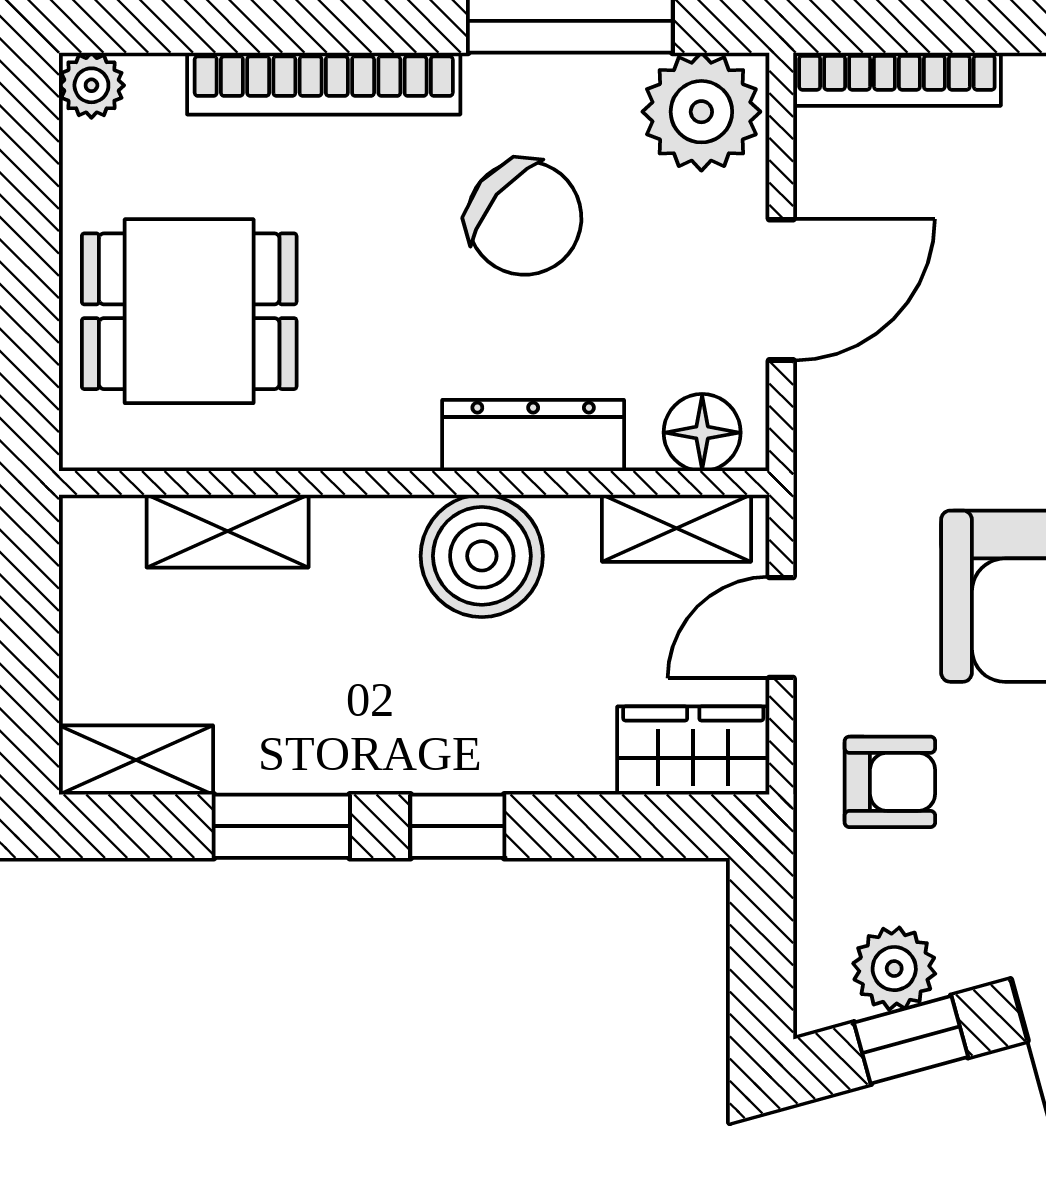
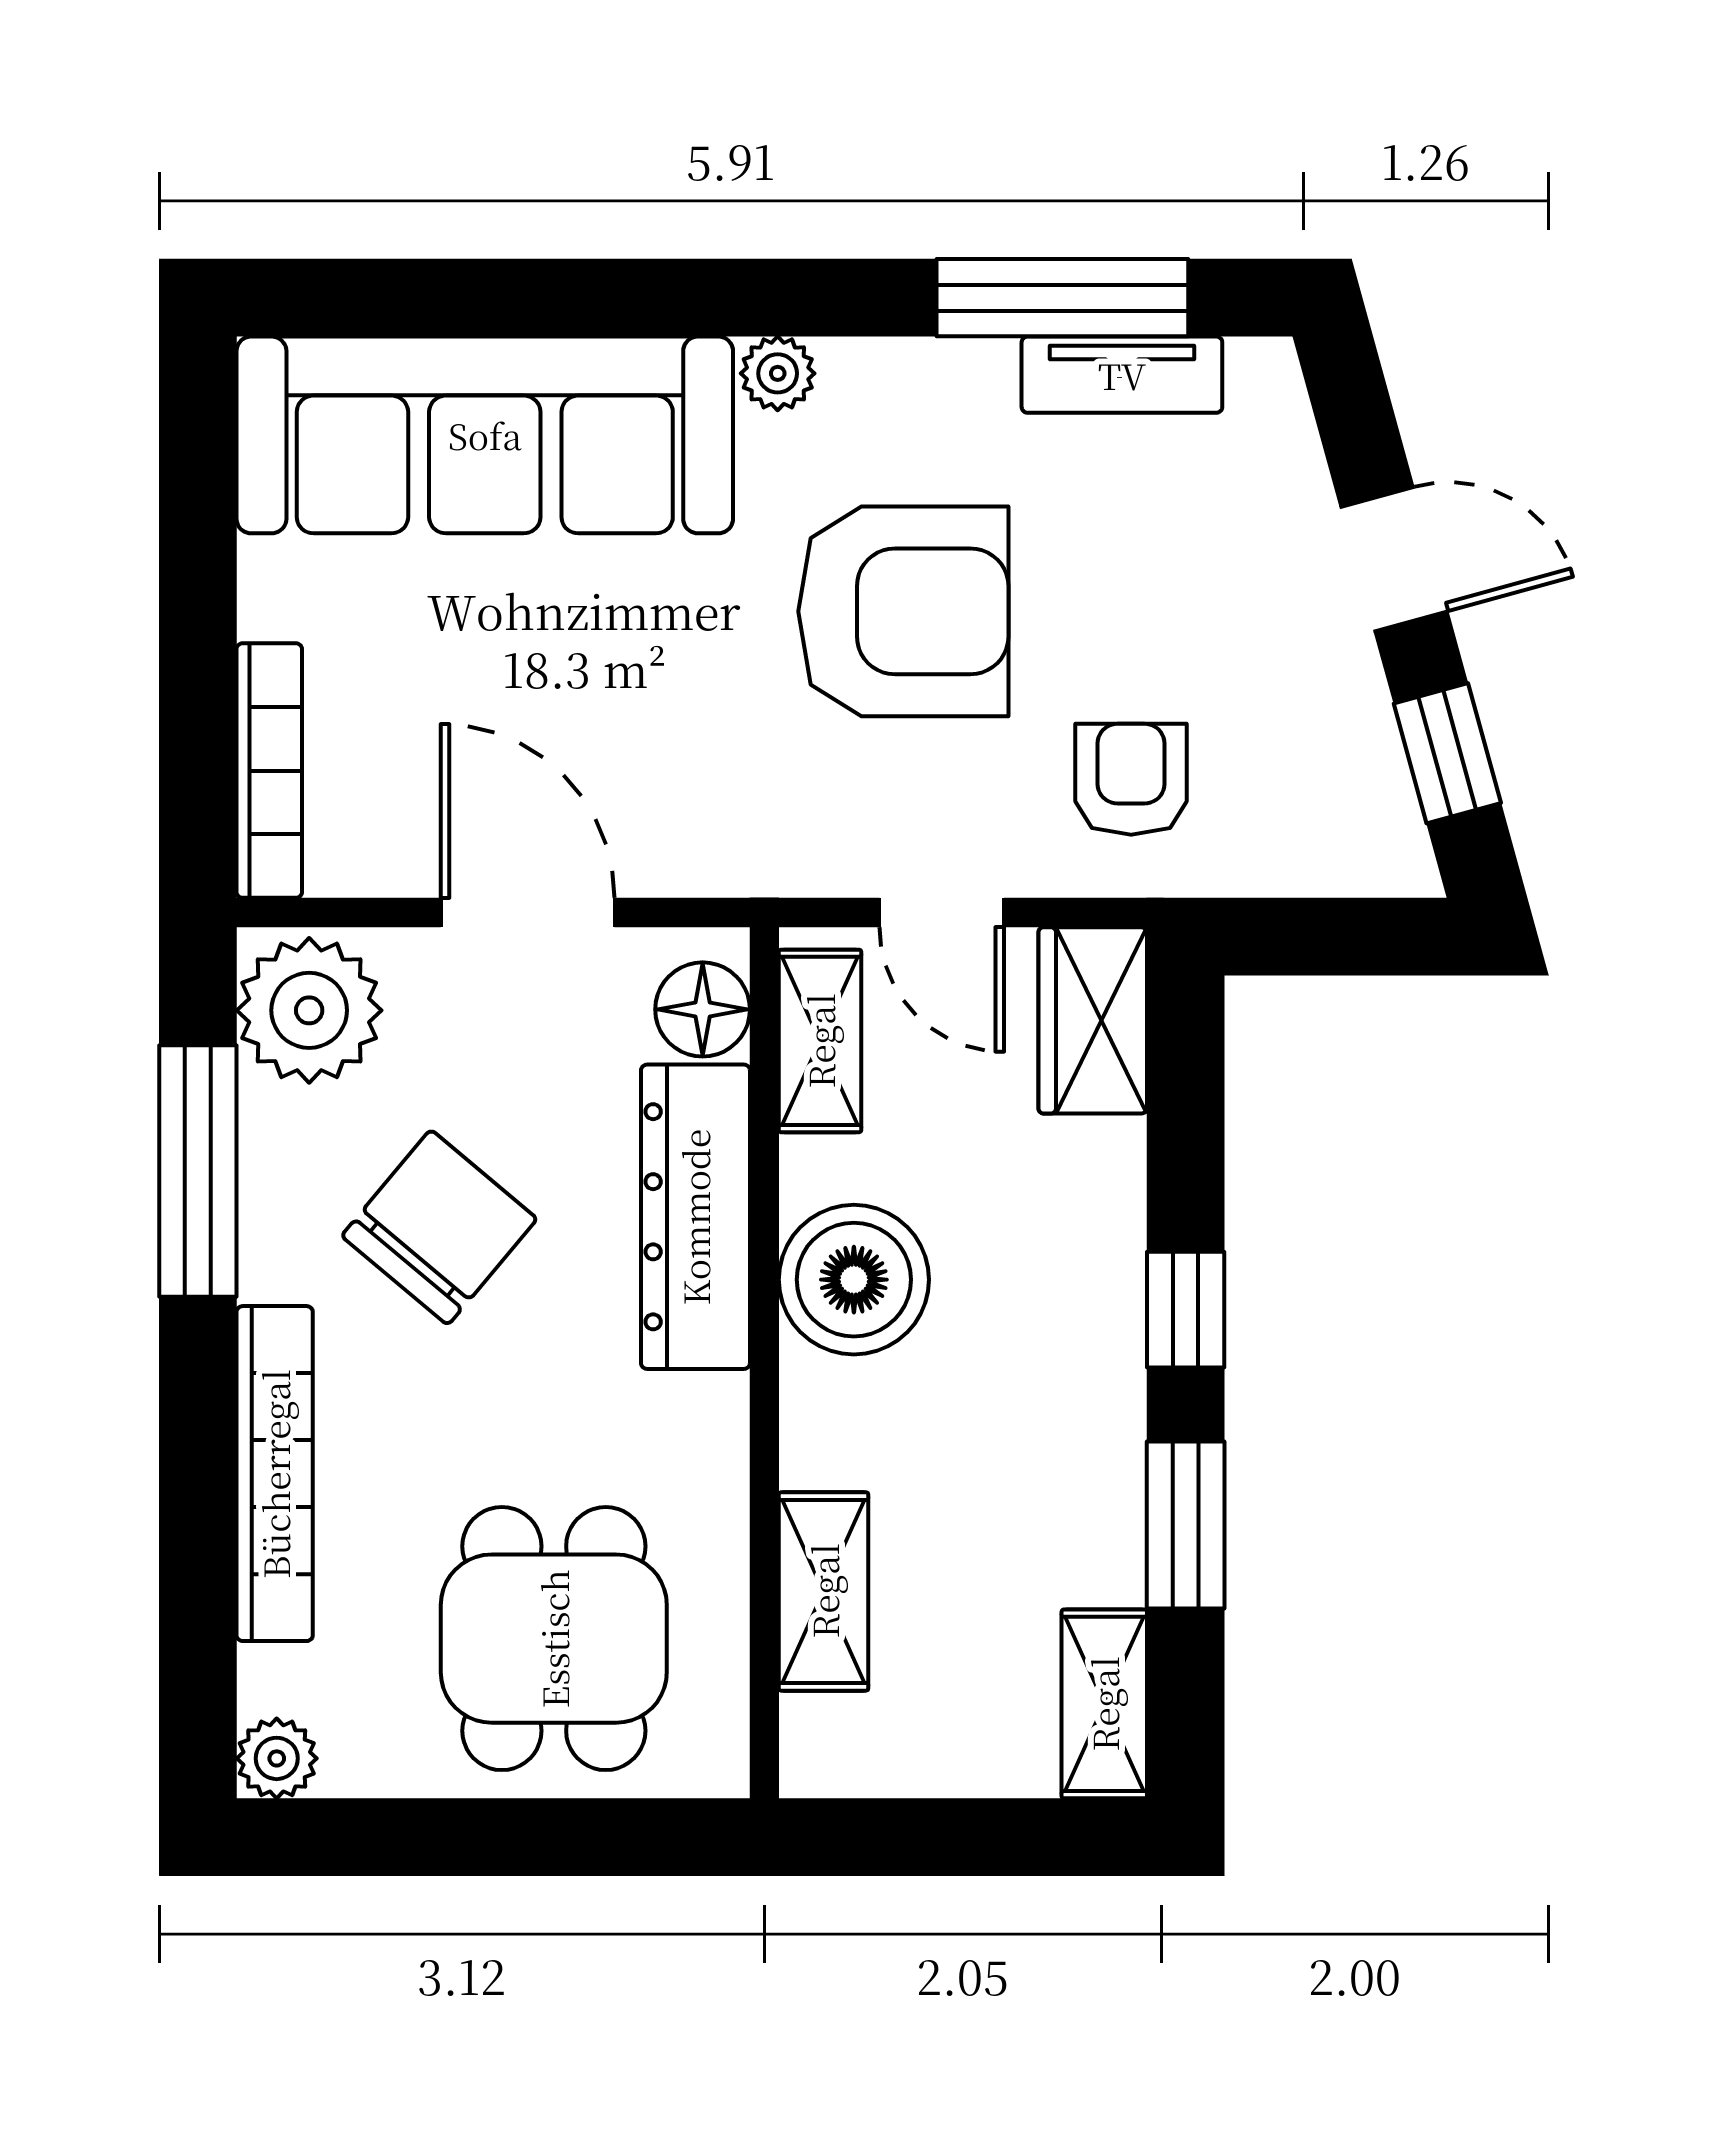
dresser: (533, 435) -> (695, 1217), width x1.37, depth x1.24
plant: (894, 969) -> (1360, 774), removed

